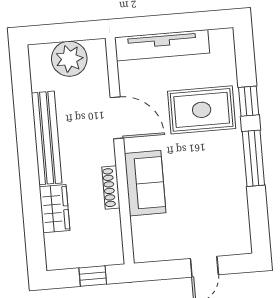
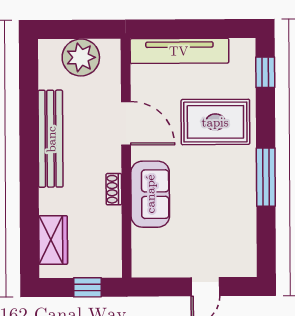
window: (249, 101) -> (265, 72), moved
shoe rack: (111, 187) -> (114, 189), width x0.70
wardrobe: (55, 209) -> (53, 240), moved

